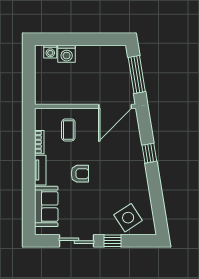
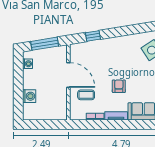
washing machine: (50, 52) -> (27, 64), moved
door: (115, 106) -> (68, 75), moved
window: (149, 153) -> (93, 36), moved

